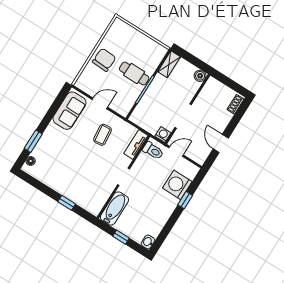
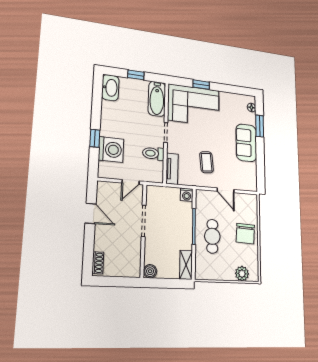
plant: (127, 31) -> (242, 274), added
cafe table: (134, 74) -> (212, 236), turned 90
door: (100, 103) -> (226, 190), hinge flipped
sofa: (70, 111) -> (246, 143), moved
washing machine: (163, 135) -> (187, 195), moved
toilet: (153, 151) -> (153, 153), moved
corner sofa: (85, 188) -> (194, 105), added
washbasin: (148, 242) -> (110, 88), width x1.91, depth x1.45

